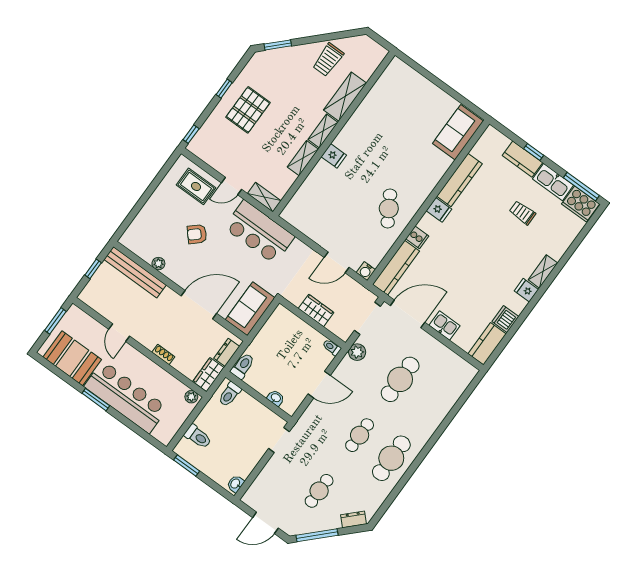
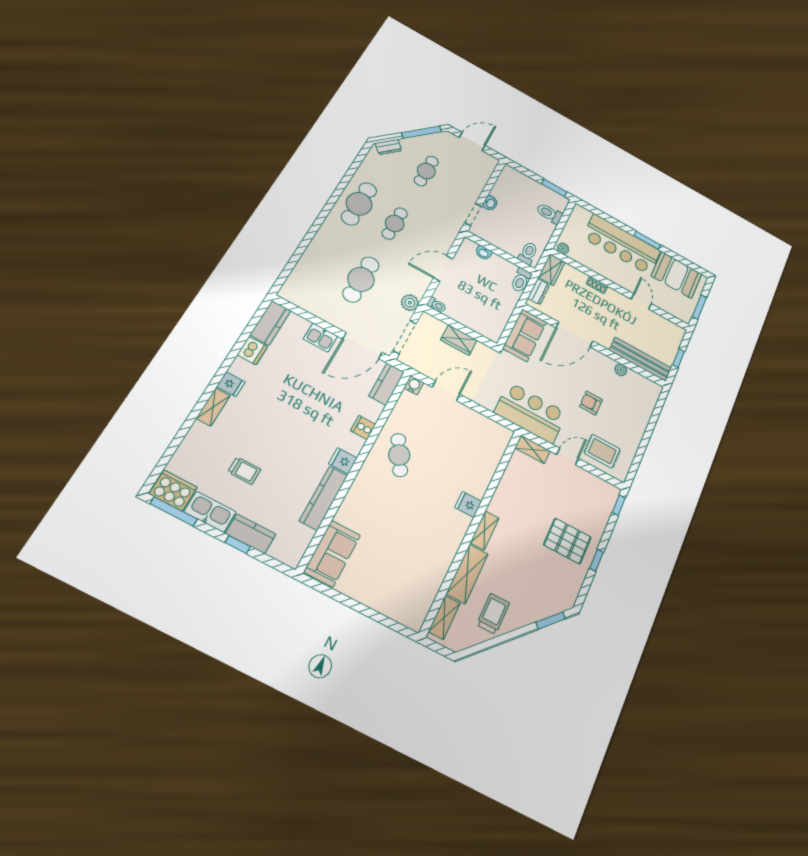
pallet: (248, 110) -> (567, 541), turned 90
shelving: (303, 158) -> (444, 617), moved
armchair: (197, 234) -> (591, 403), turned -138
kitchen counter: (396, 268) -> (387, 384), width x0.67
washbasin: (235, 484) -> (490, 203), moved

